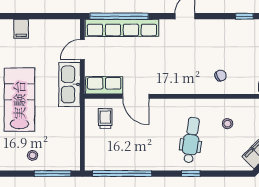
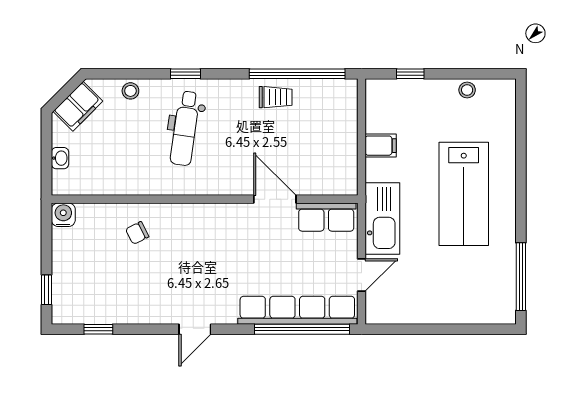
filing cabinet: (21, 29) -> (381, 146), moved, turned 90
trolley: (105, 118) -> (276, 97), moved, turned -90
stool: (227, 124) -> (130, 91), moved
stool: (33, 155) -> (467, 90), moved
window: (52, 174) -> (410, 74), width x0.46

